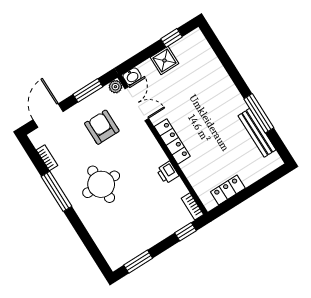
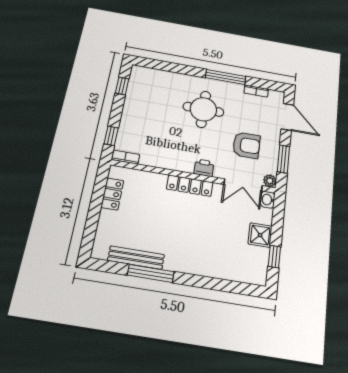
printer: (168, 173) -> (204, 168), moved
window: (138, 262) -> (122, 86), width x0.67

